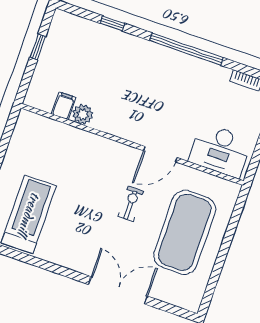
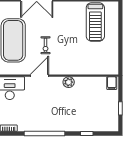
filing cabinet: (64, 106) -> (112, 83), moved
plant: (83, 114) -> (69, 82), moved

